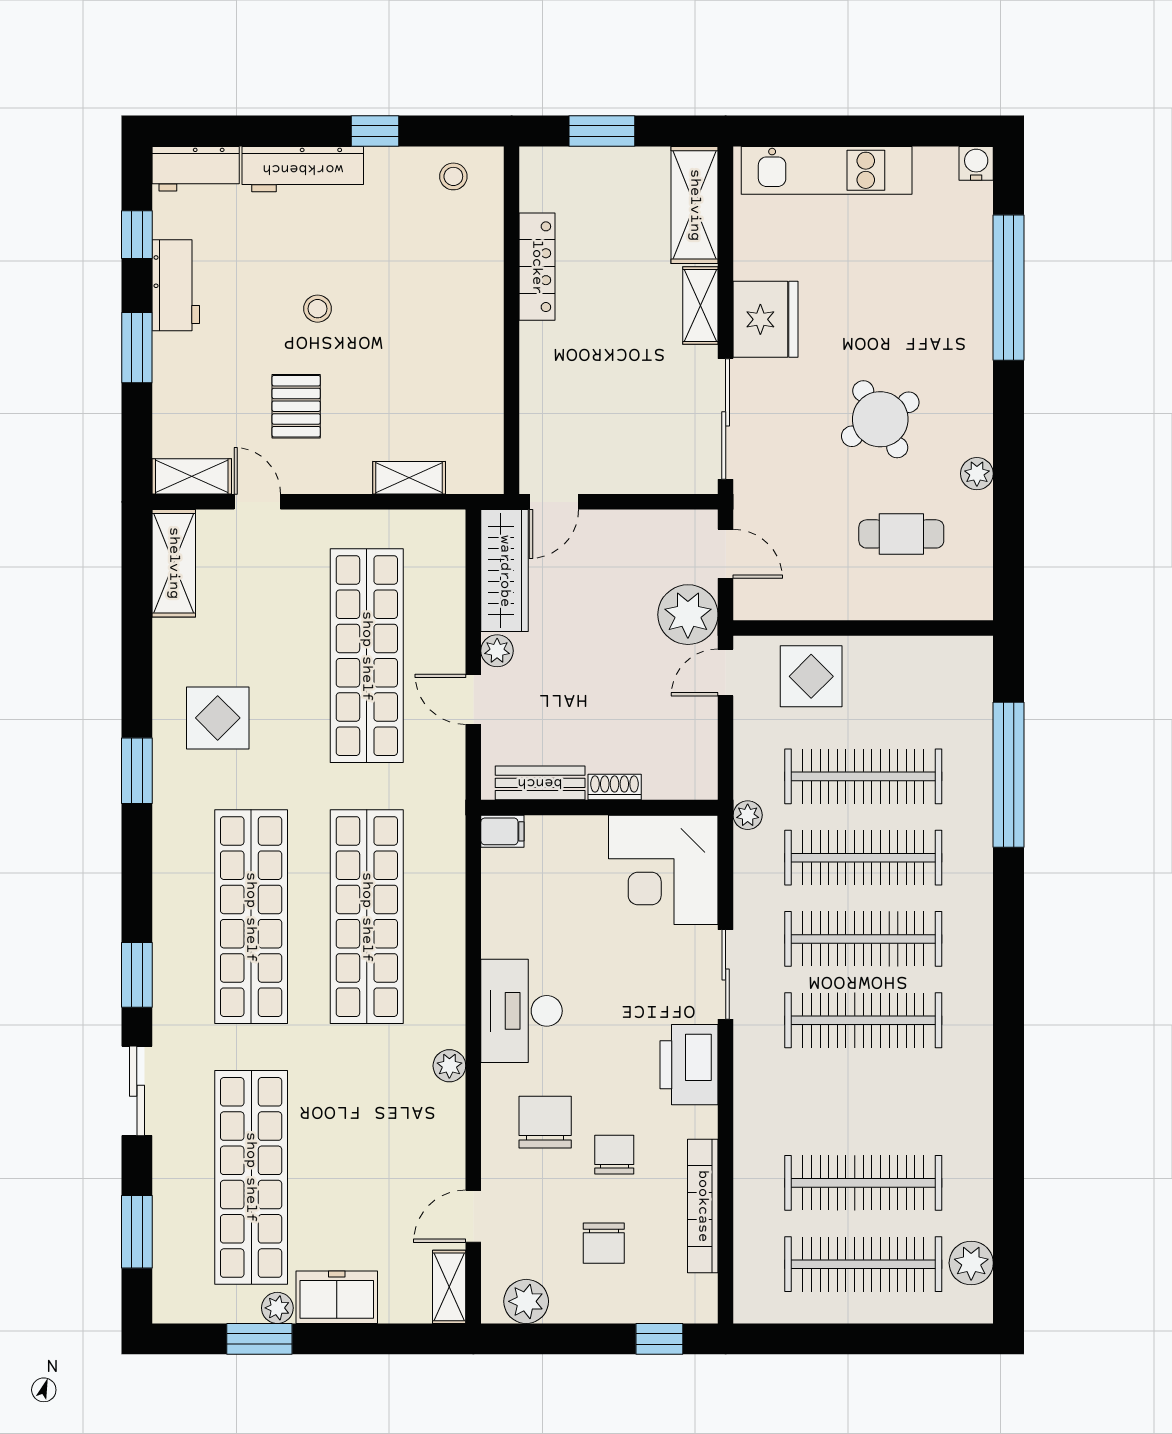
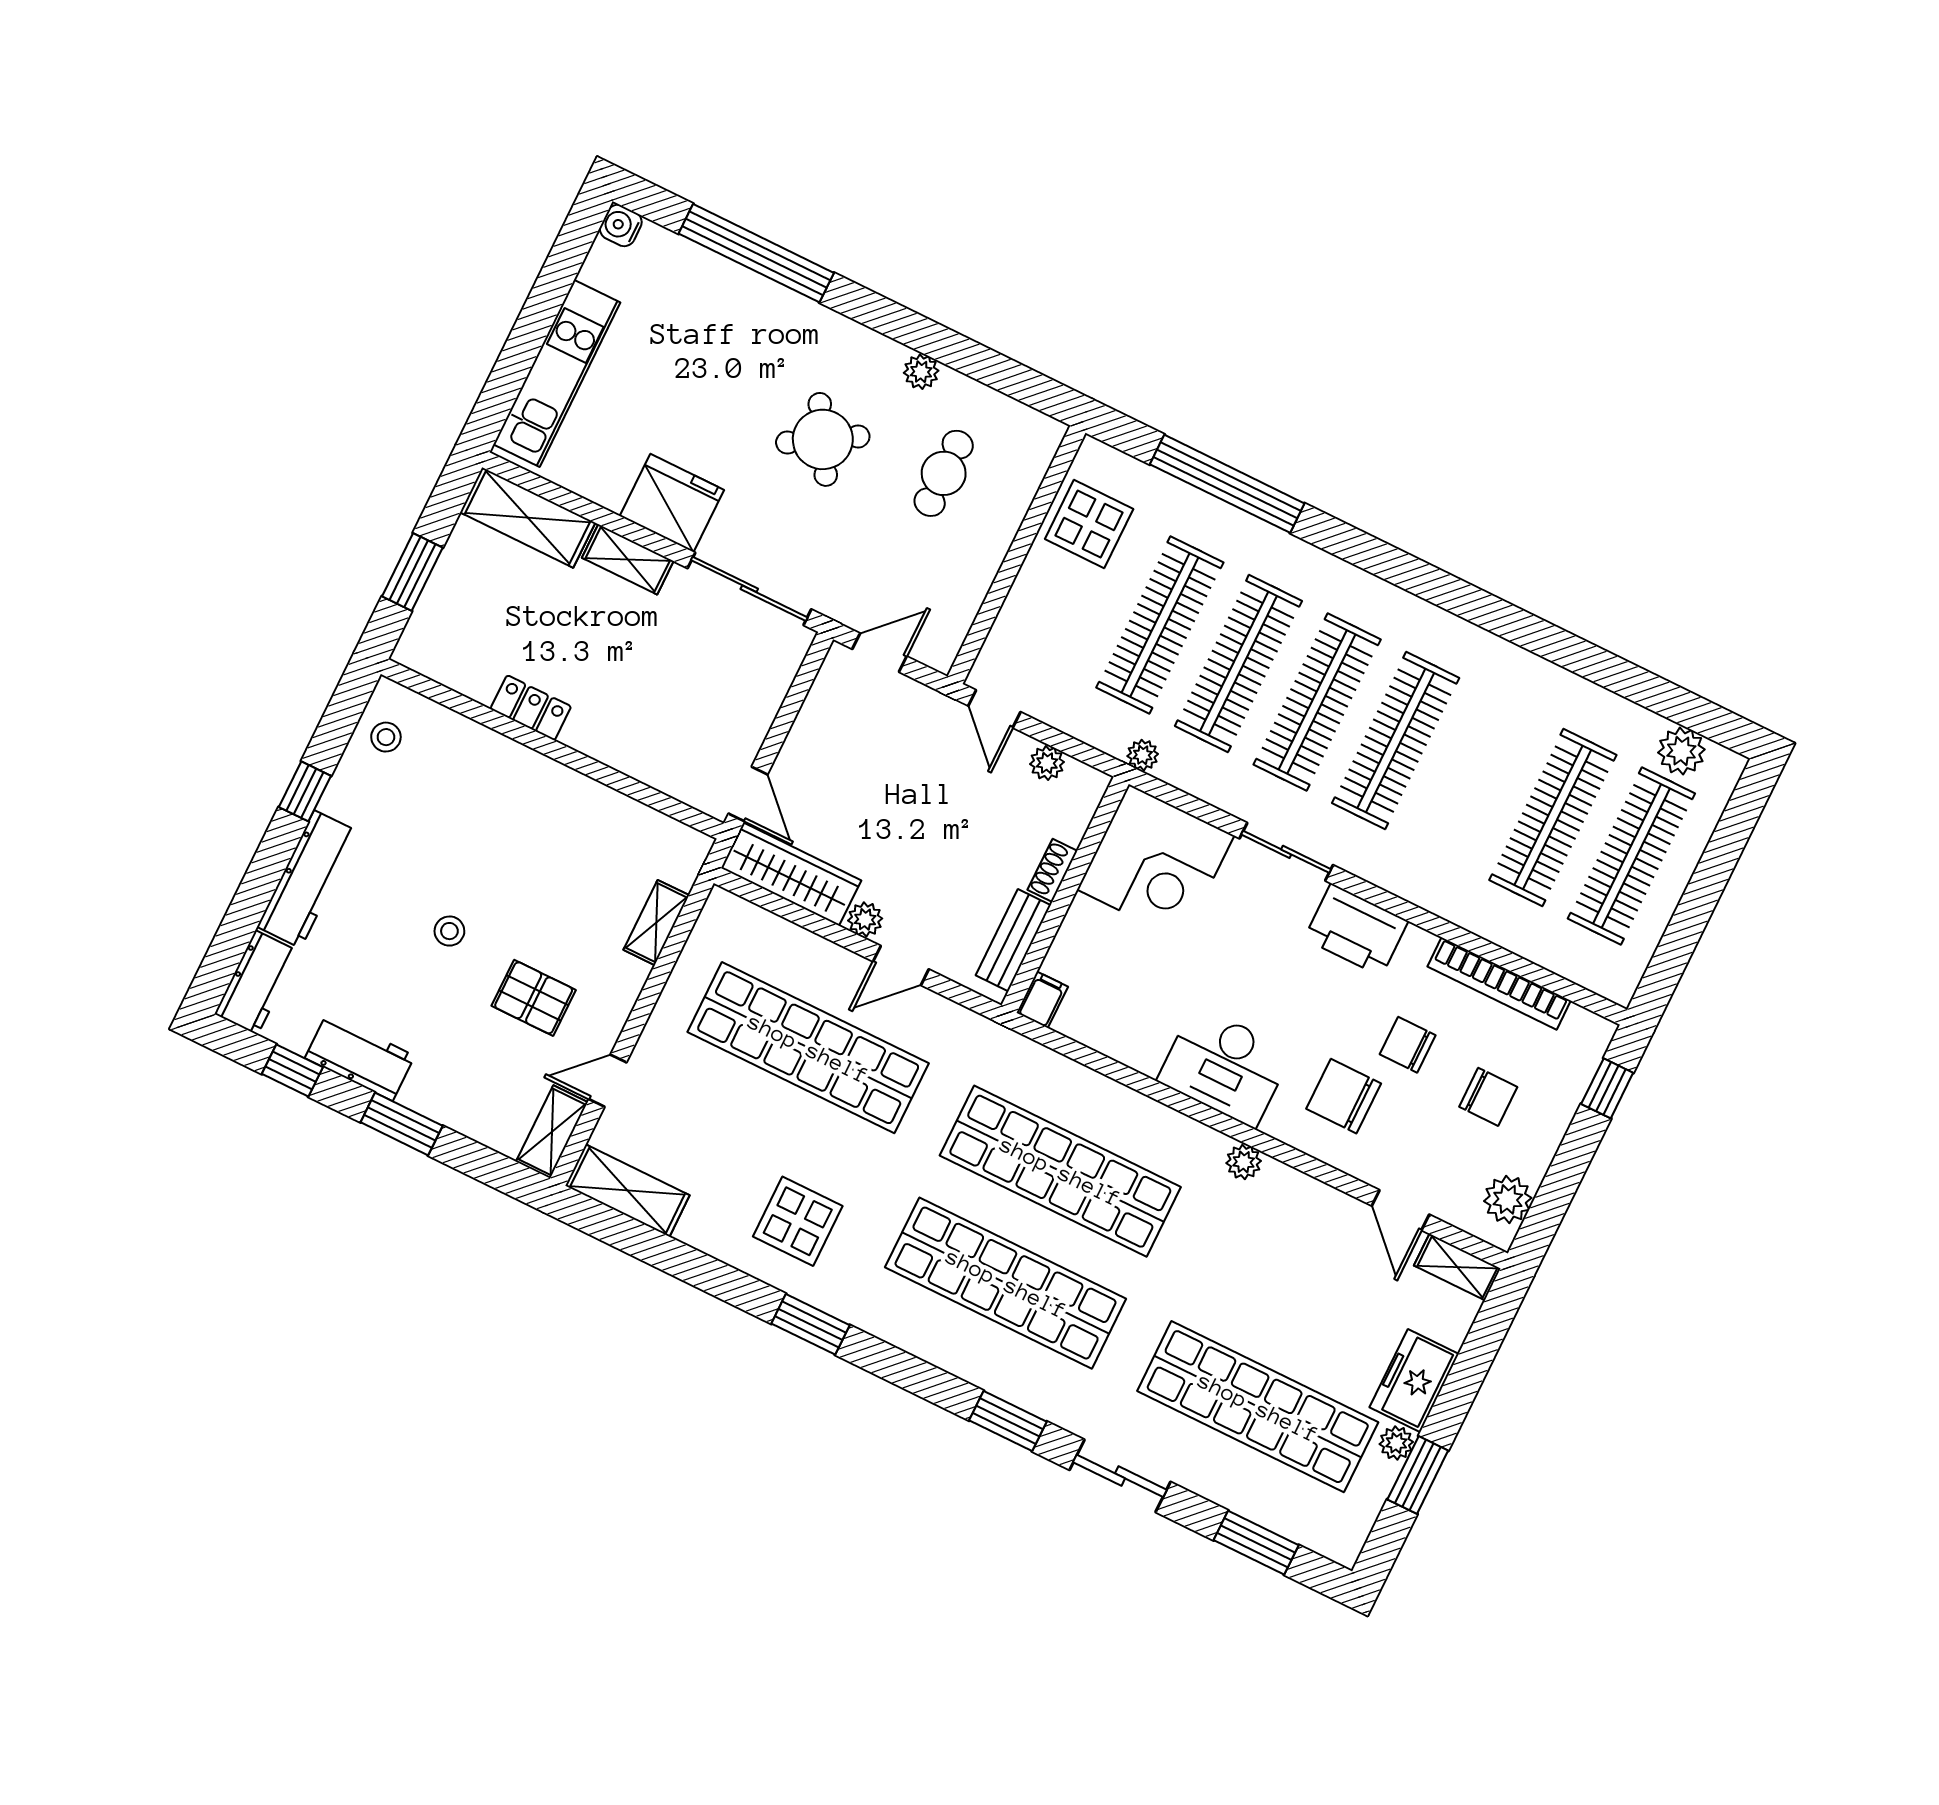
locker: (537, 267) -> (531, 708), width x0.66
plant: (688, 615) -> (1047, 763), moved, width x0.53, depth x0.53
display table: (811, 676) -> (1089, 524), moved

